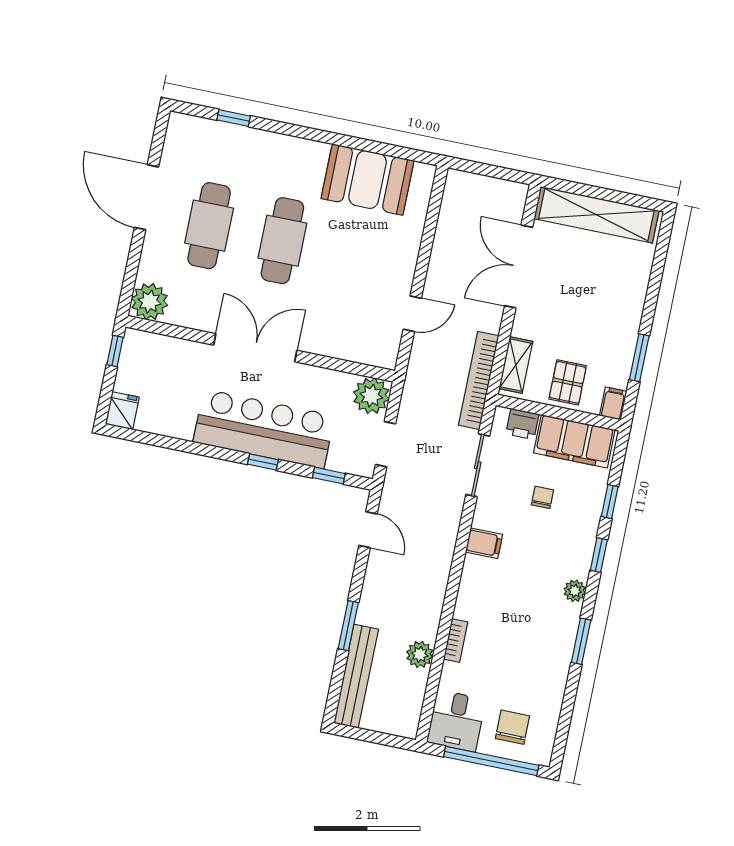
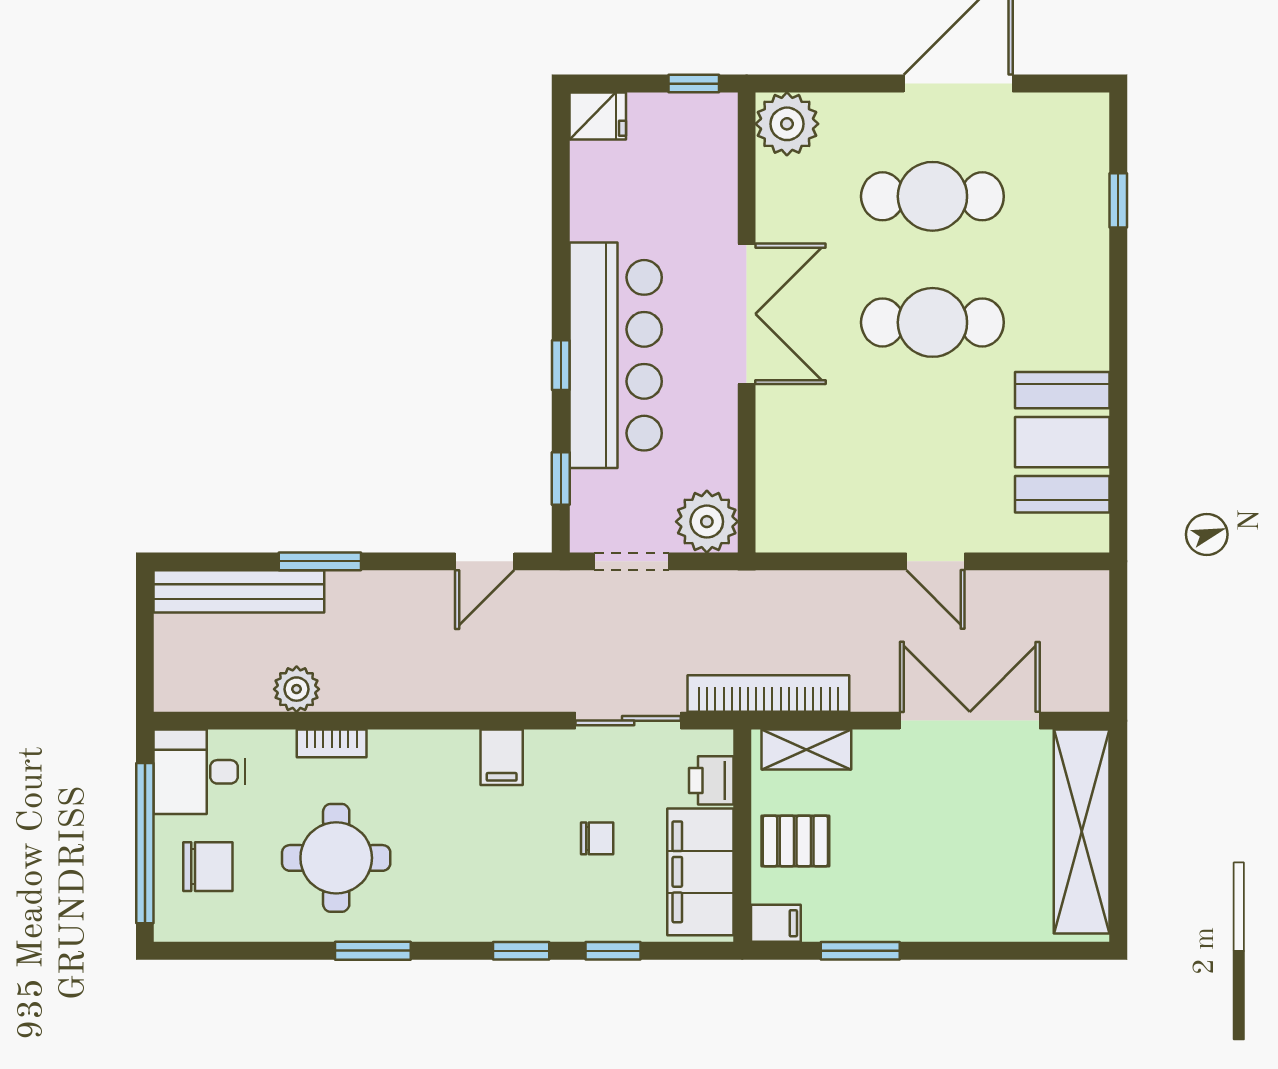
door: (412, 314) -> (936, 561), moved
plant: (575, 591) -> (454, 923), removed
round table: (523, 651) -> (336, 858), added

